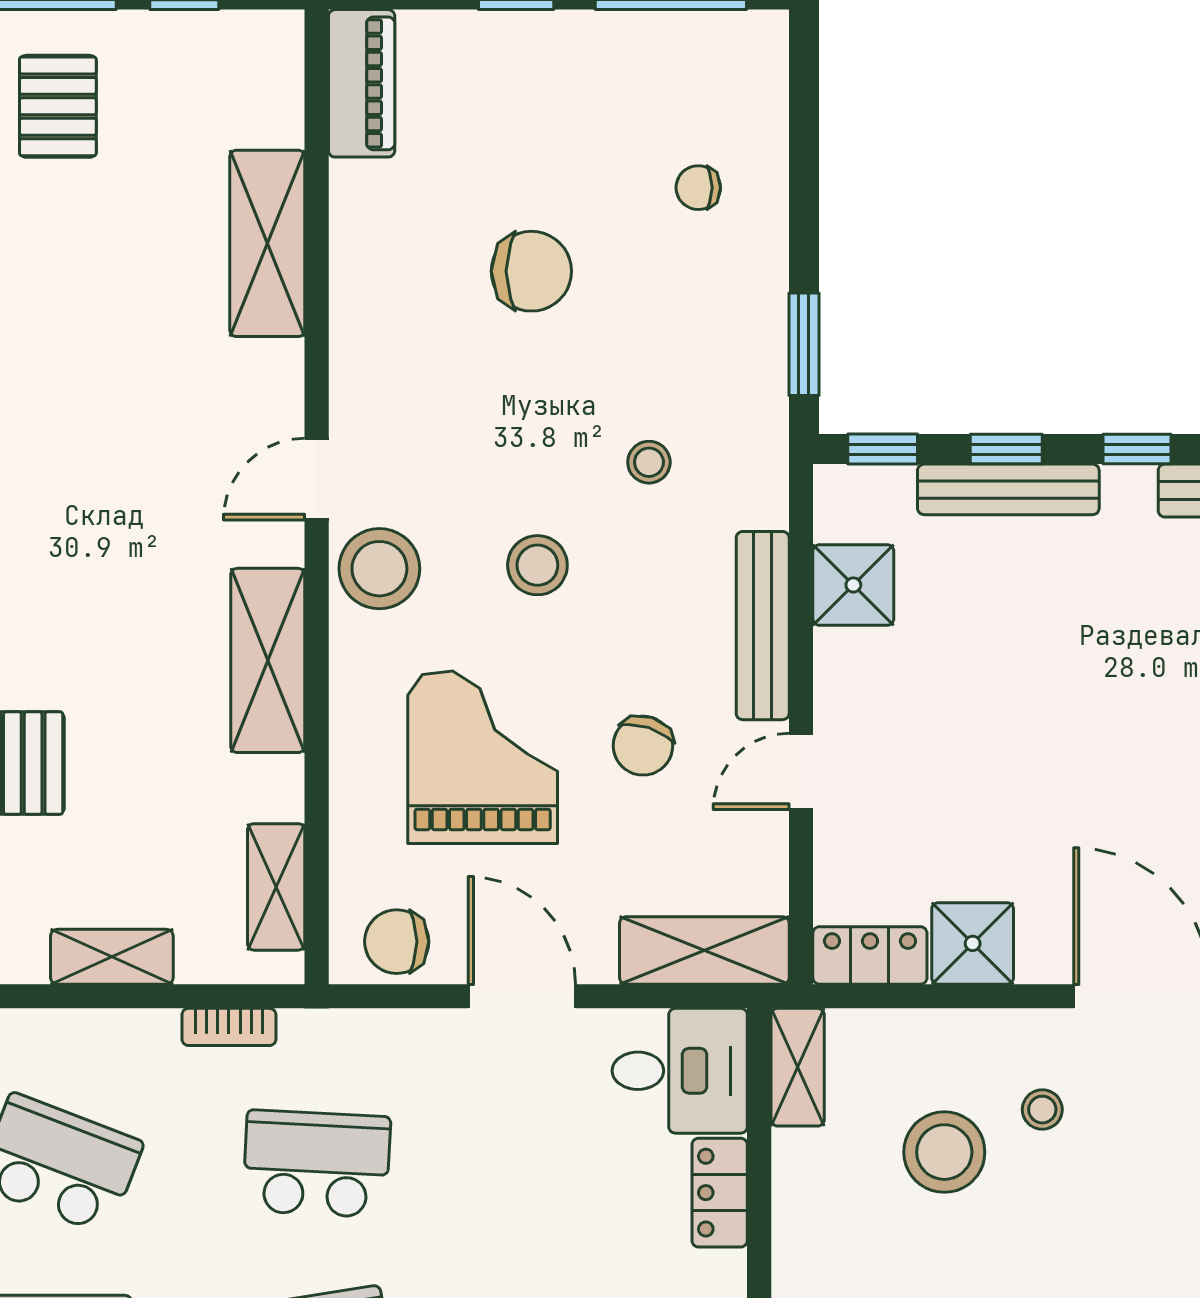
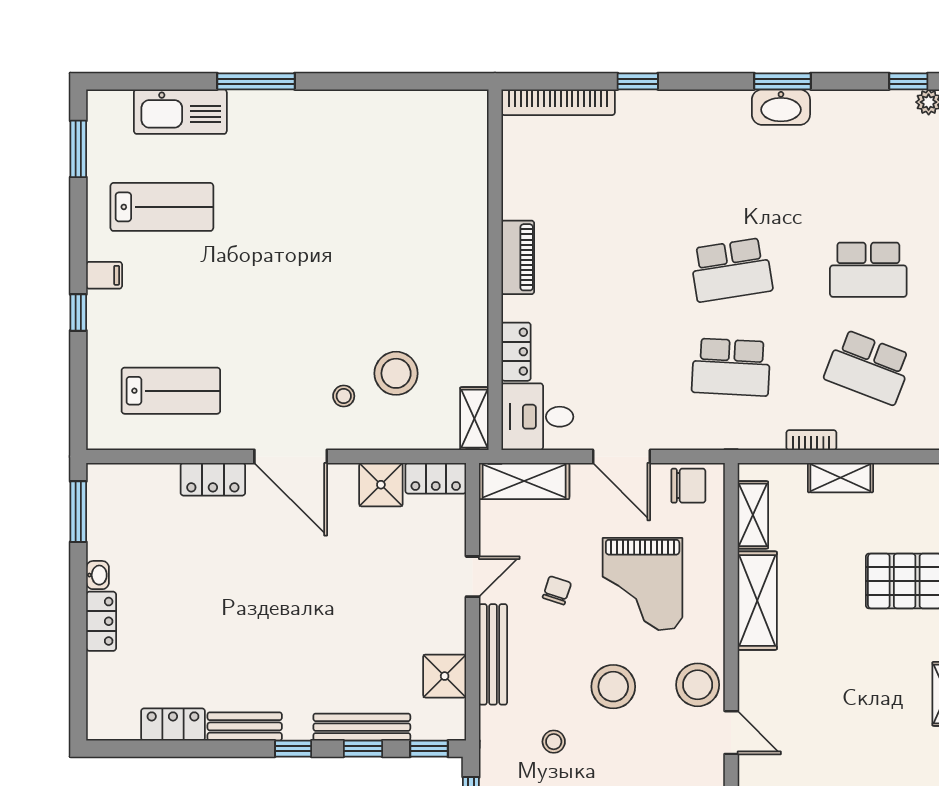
door: (317, 479) -> (731, 733), hinge flipped
stool: (537, 565) -> (613, 687), width x1.38, depth x1.38
shelving: (268, 660) -> (757, 601), moved
chair: (643, 746) -> (557, 590), width x0.73, depth x0.73
bookcase: (229, 1027) -> (811, 440), moved

